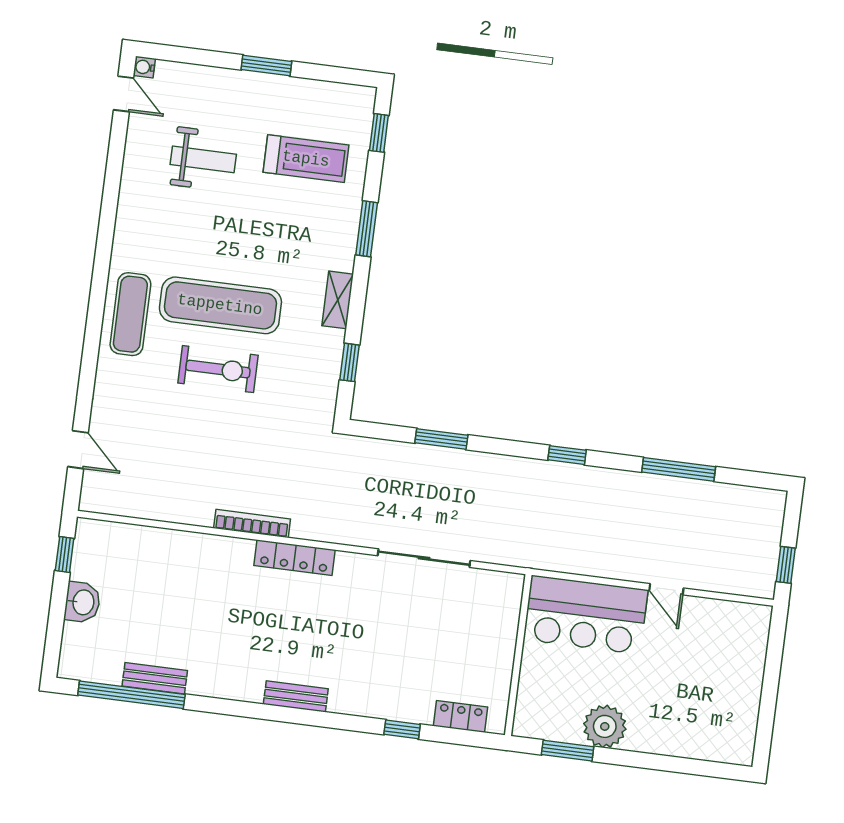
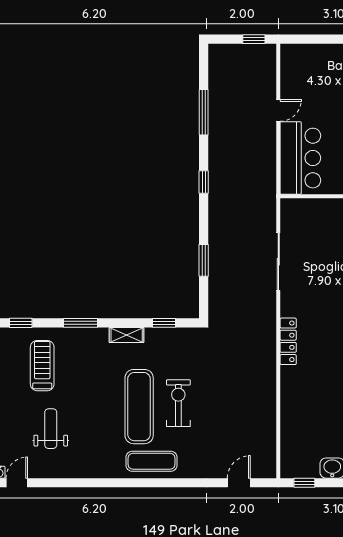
bookcase: (252, 524) -> (271, 370), removed

